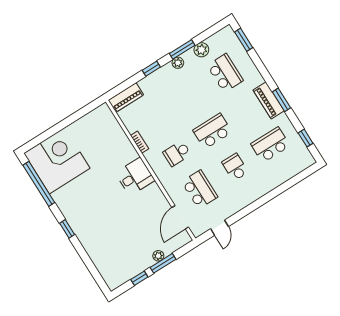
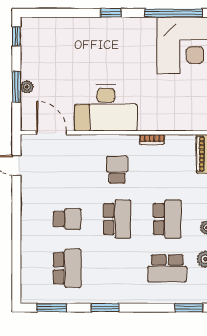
piano: (269, 100) -> (113, 295), removed
window: (306, 138) -> (52, 308), width x1.50
desk: (135, 177) -> (106, 108), width x1.87, depth x1.30
school desk: (200, 189) -> (167, 219), moved, turned -90
window: (139, 278) -> (16, 36), moved

